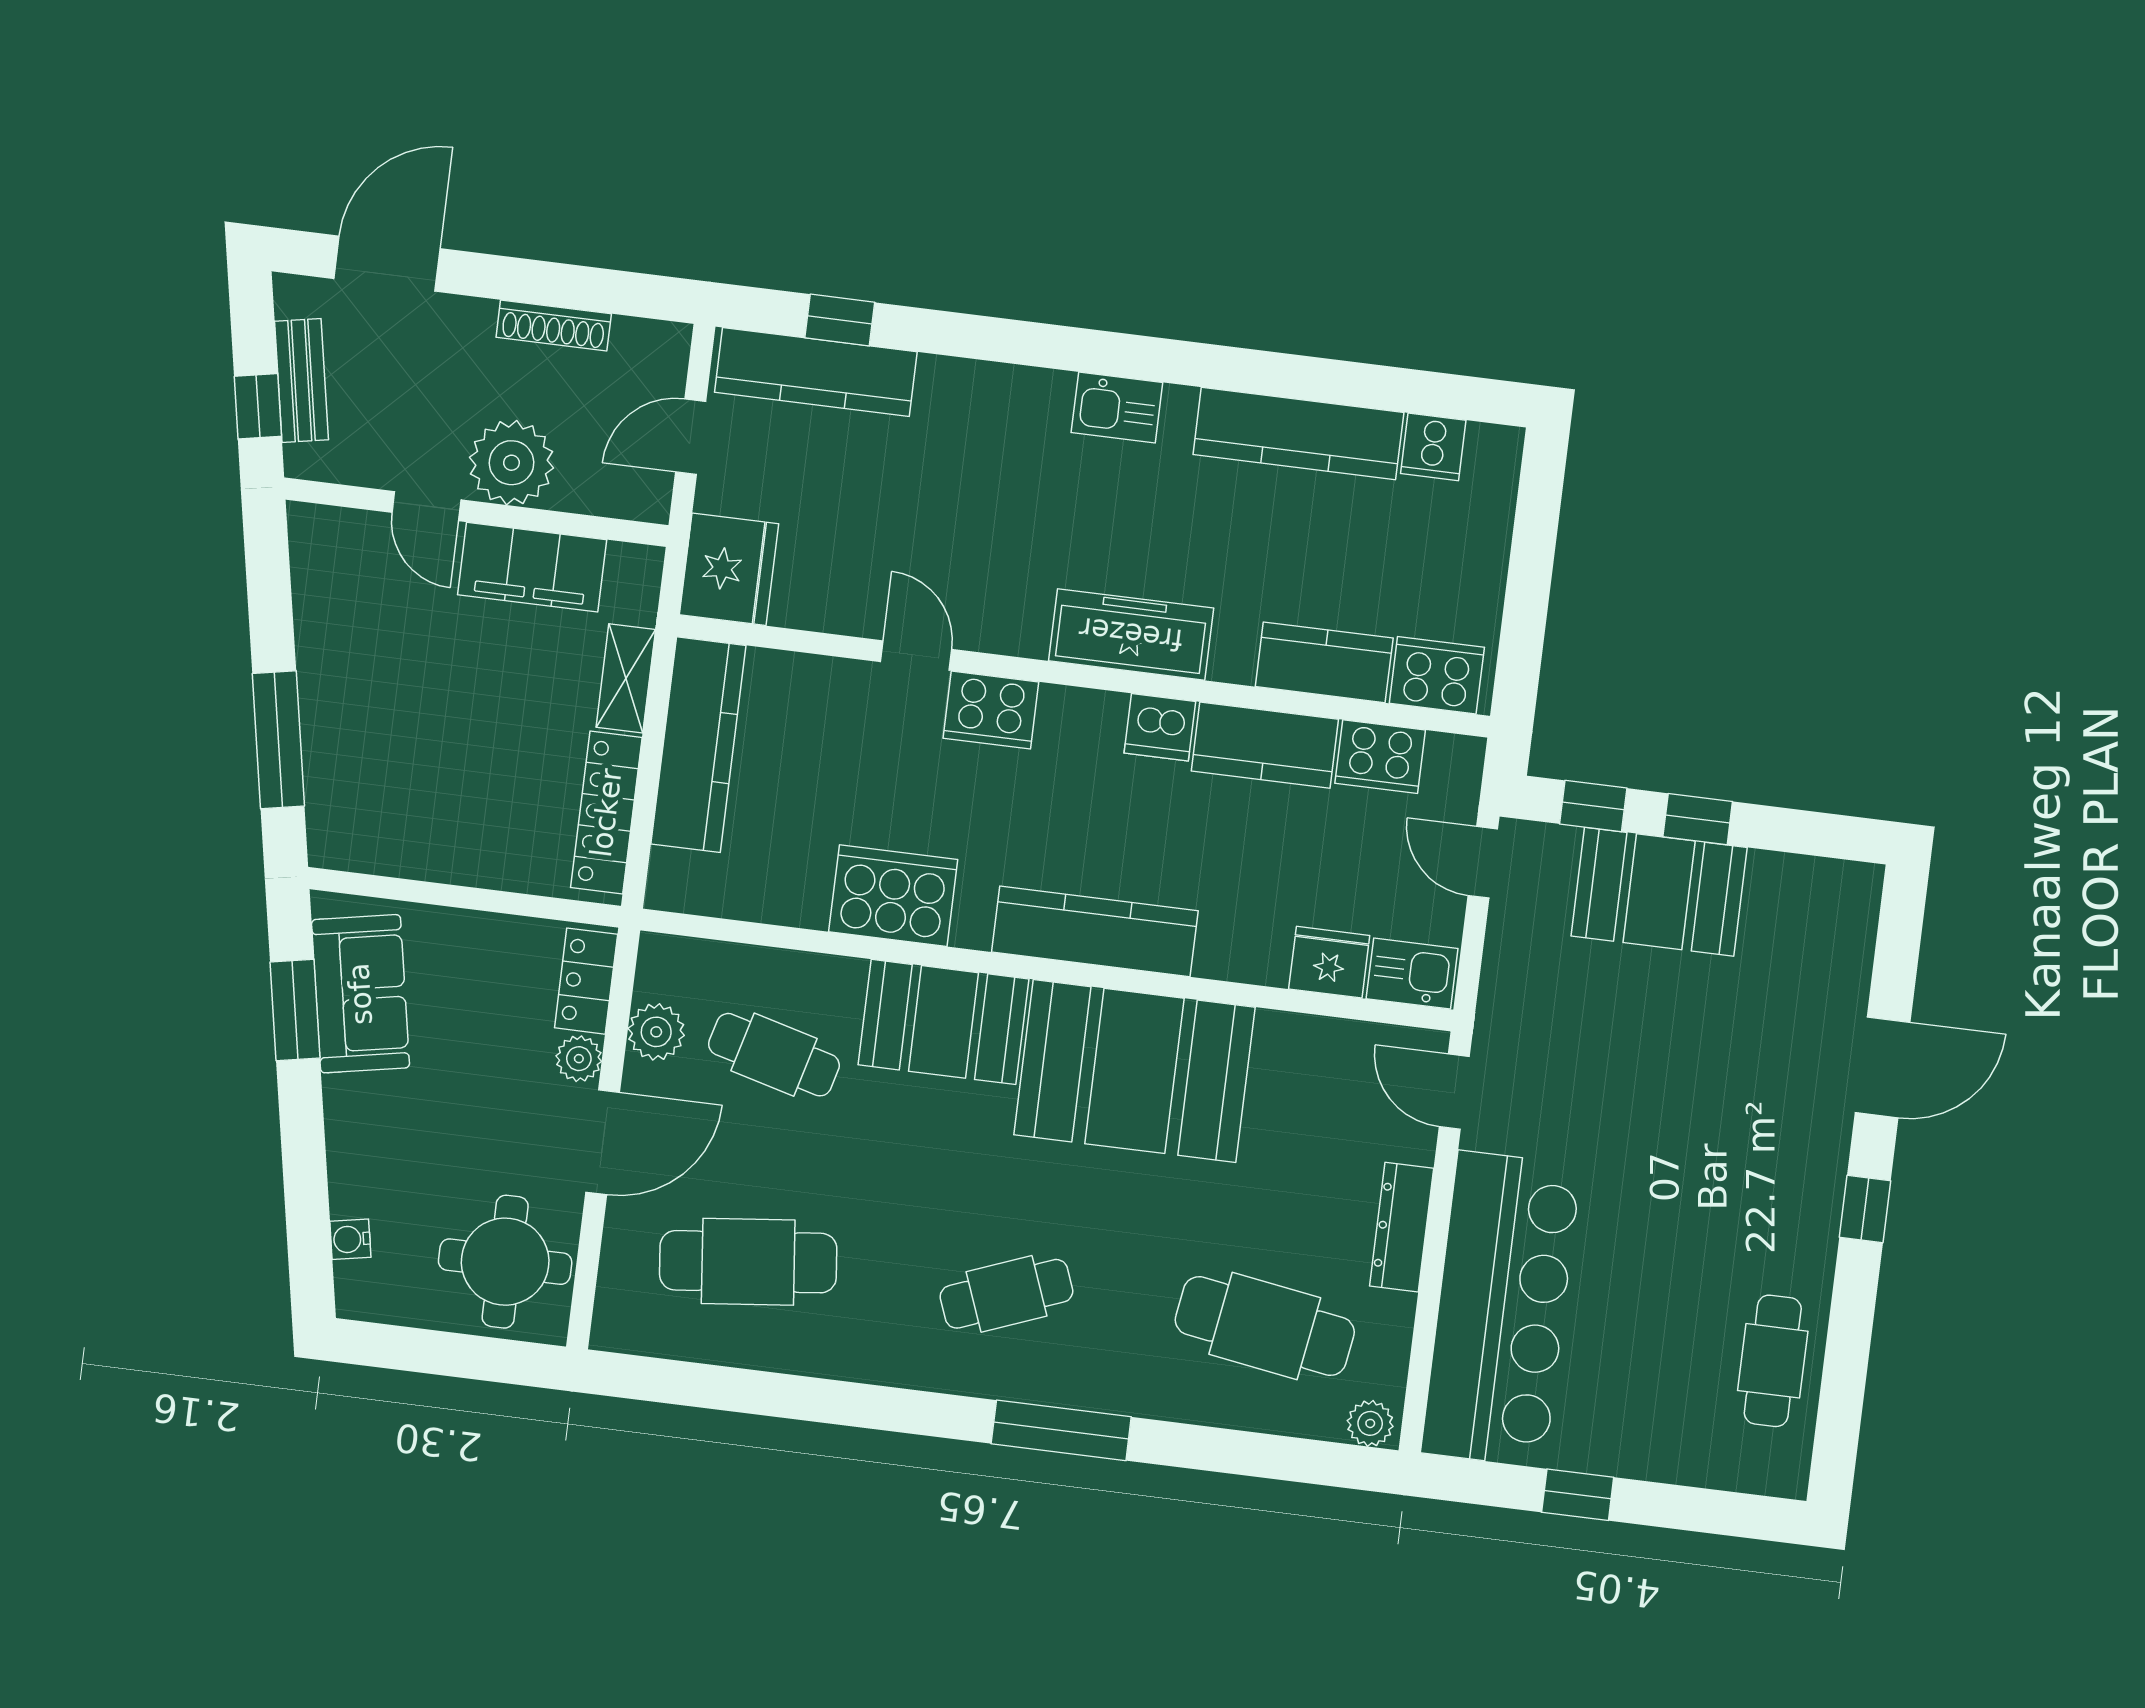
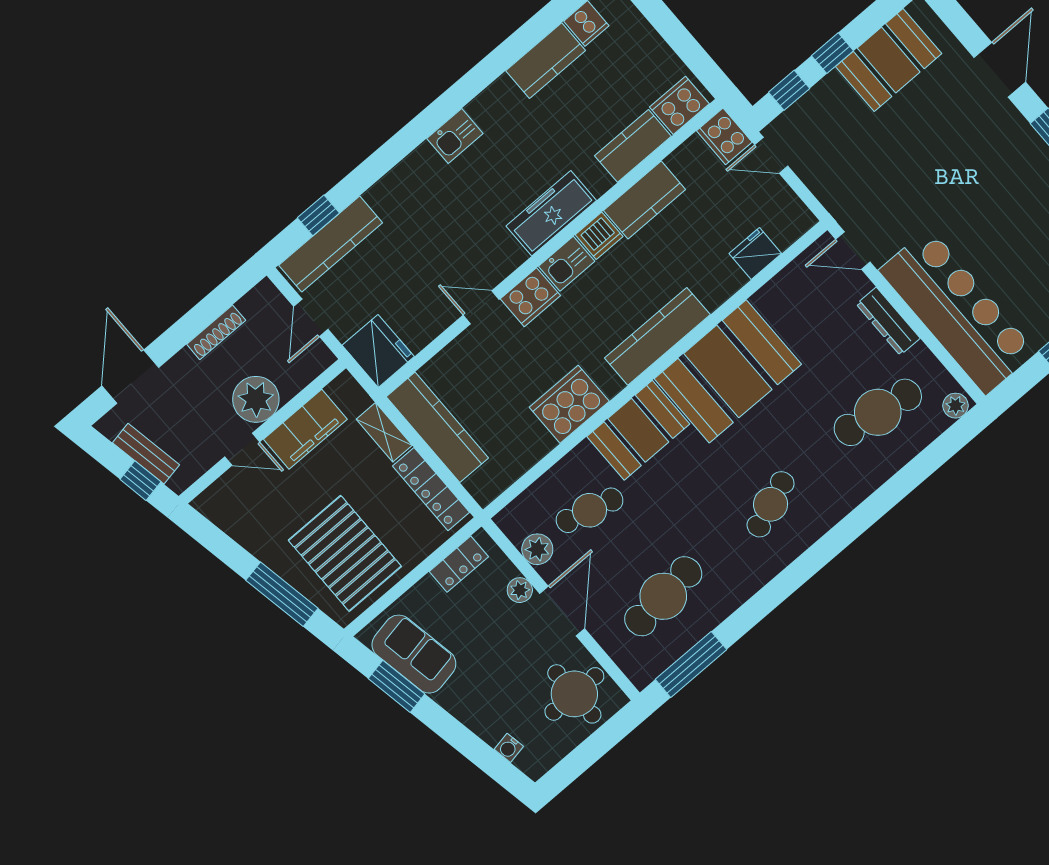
kitchen counter: (1298, 433) -> (546, 61), width x0.67
cooker: (1380, 757) -> (724, 136), moved, turned 90
pallet: (412, 775) -> (345, 553), added
booth: (1659, 892) -> (889, 60), moved
kitchen sink: (1412, 974) -> (567, 264), moved, turned 180
locker: (586, 981) -> (459, 564), moved, turned -90
window: (1061, 1430) -> (691, 664), moved

